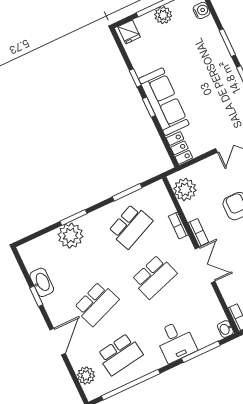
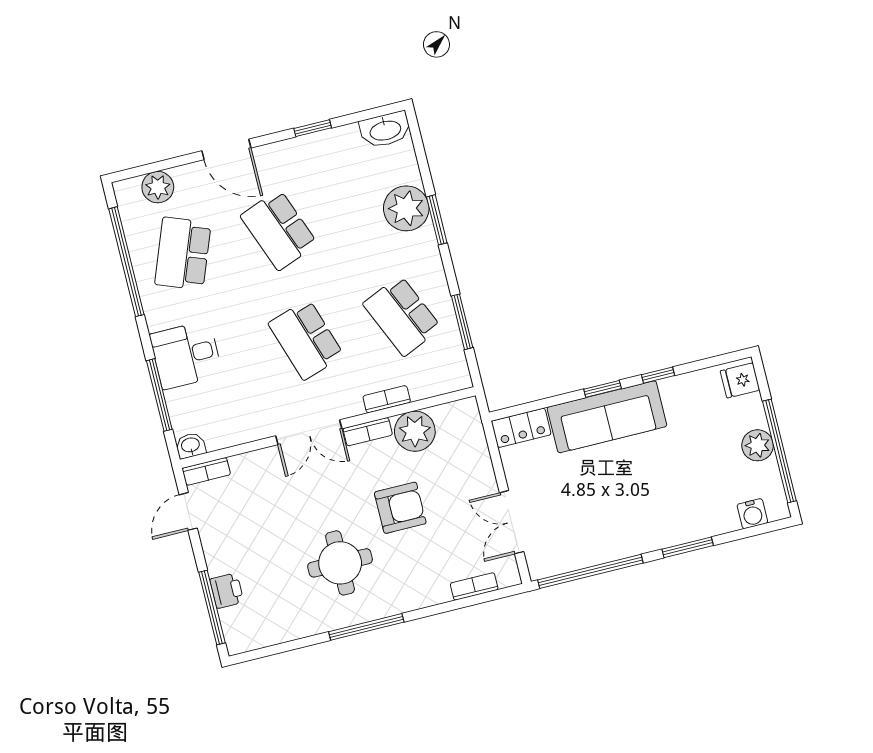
plant: (185, 189) -> (415, 431), moved
washbasin: (42, 282) -> (385, 130), moved
school desk: (120, 354) -> (183, 254), turned 30

